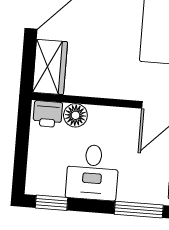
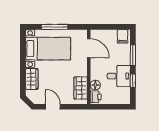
wardrobe: (50, 67) -> (81, 88), moved, turned -90
window: (52, 203) -> (133, 81), moved

